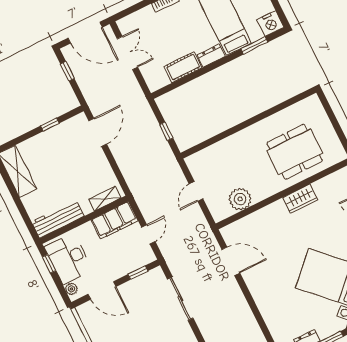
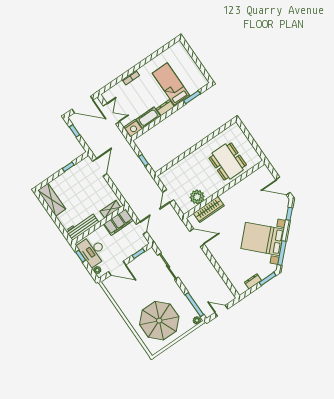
nightstand: (270, 23) -> (133, 128), moved
dining table: (295, 152) -> (228, 162), turned 90
wardrobe: (300, 199) -> (209, 210), moved, width x1.50

